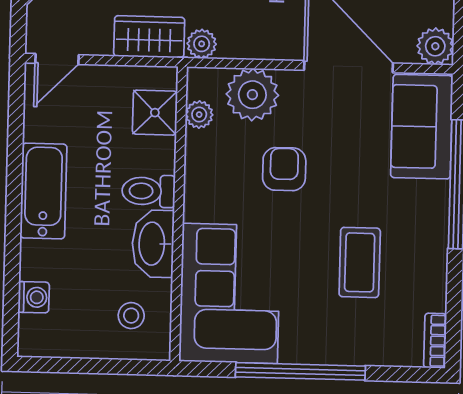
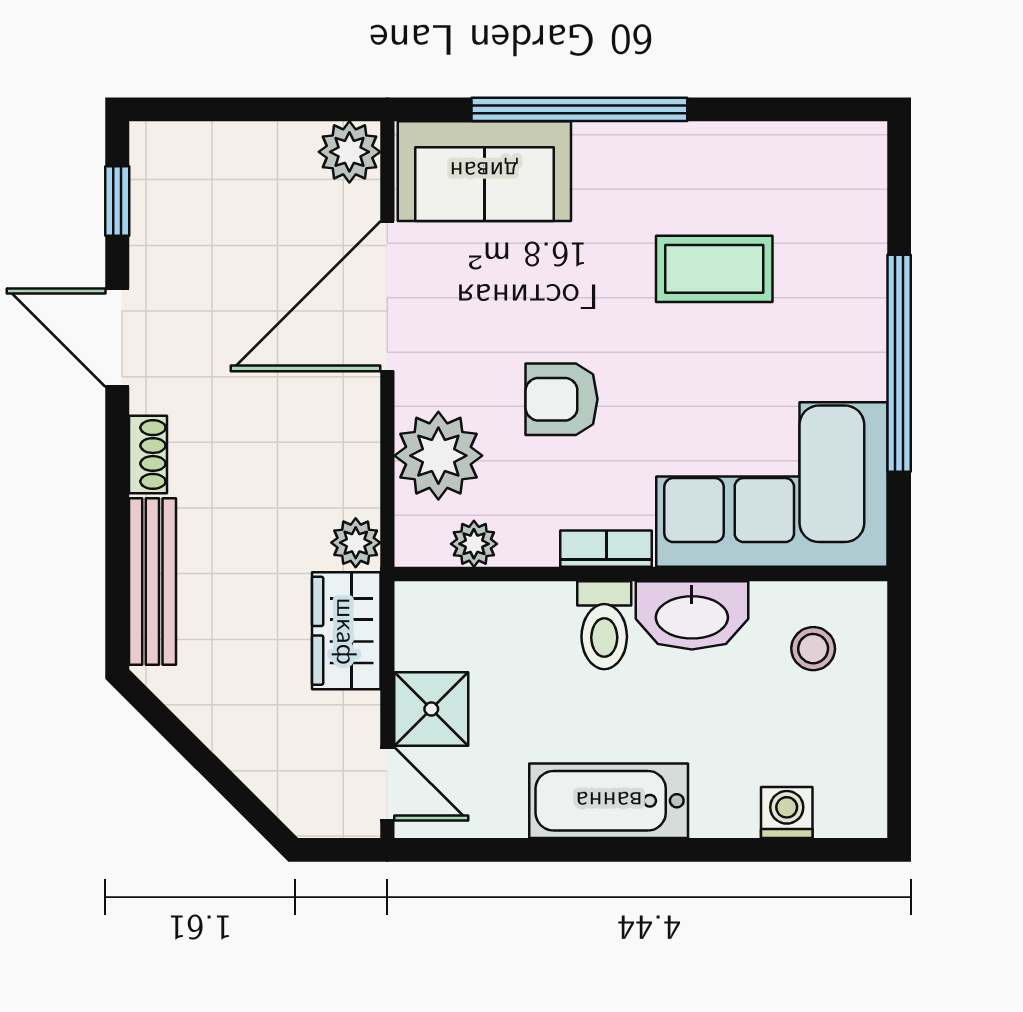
shower: (155, 113) -> (431, 709), moved
bookcase: (435, 341) -> (606, 549), moved, turned 180

